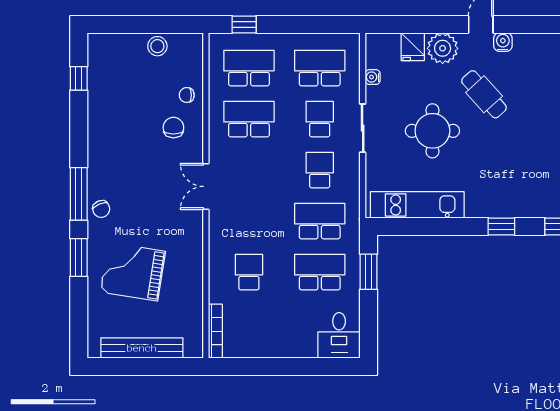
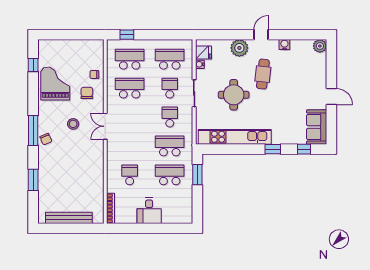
water cooler: (503, 42) -> (284, 44), moved
stool: (157, 46) -> (73, 124), moved
fridge: (413, 47) -> (203, 53), moved, turned -90
cafe table: (484, 94) -> (263, 74), turned 48
kitchen unit: (417, 205) -> (235, 137), width x1.36
window: (79, 257) -> (33, 180), moved
grand piano: (133, 272) -> (55, 84), moved, turned 81
desk: (339, 335) -> (149, 211), moved

